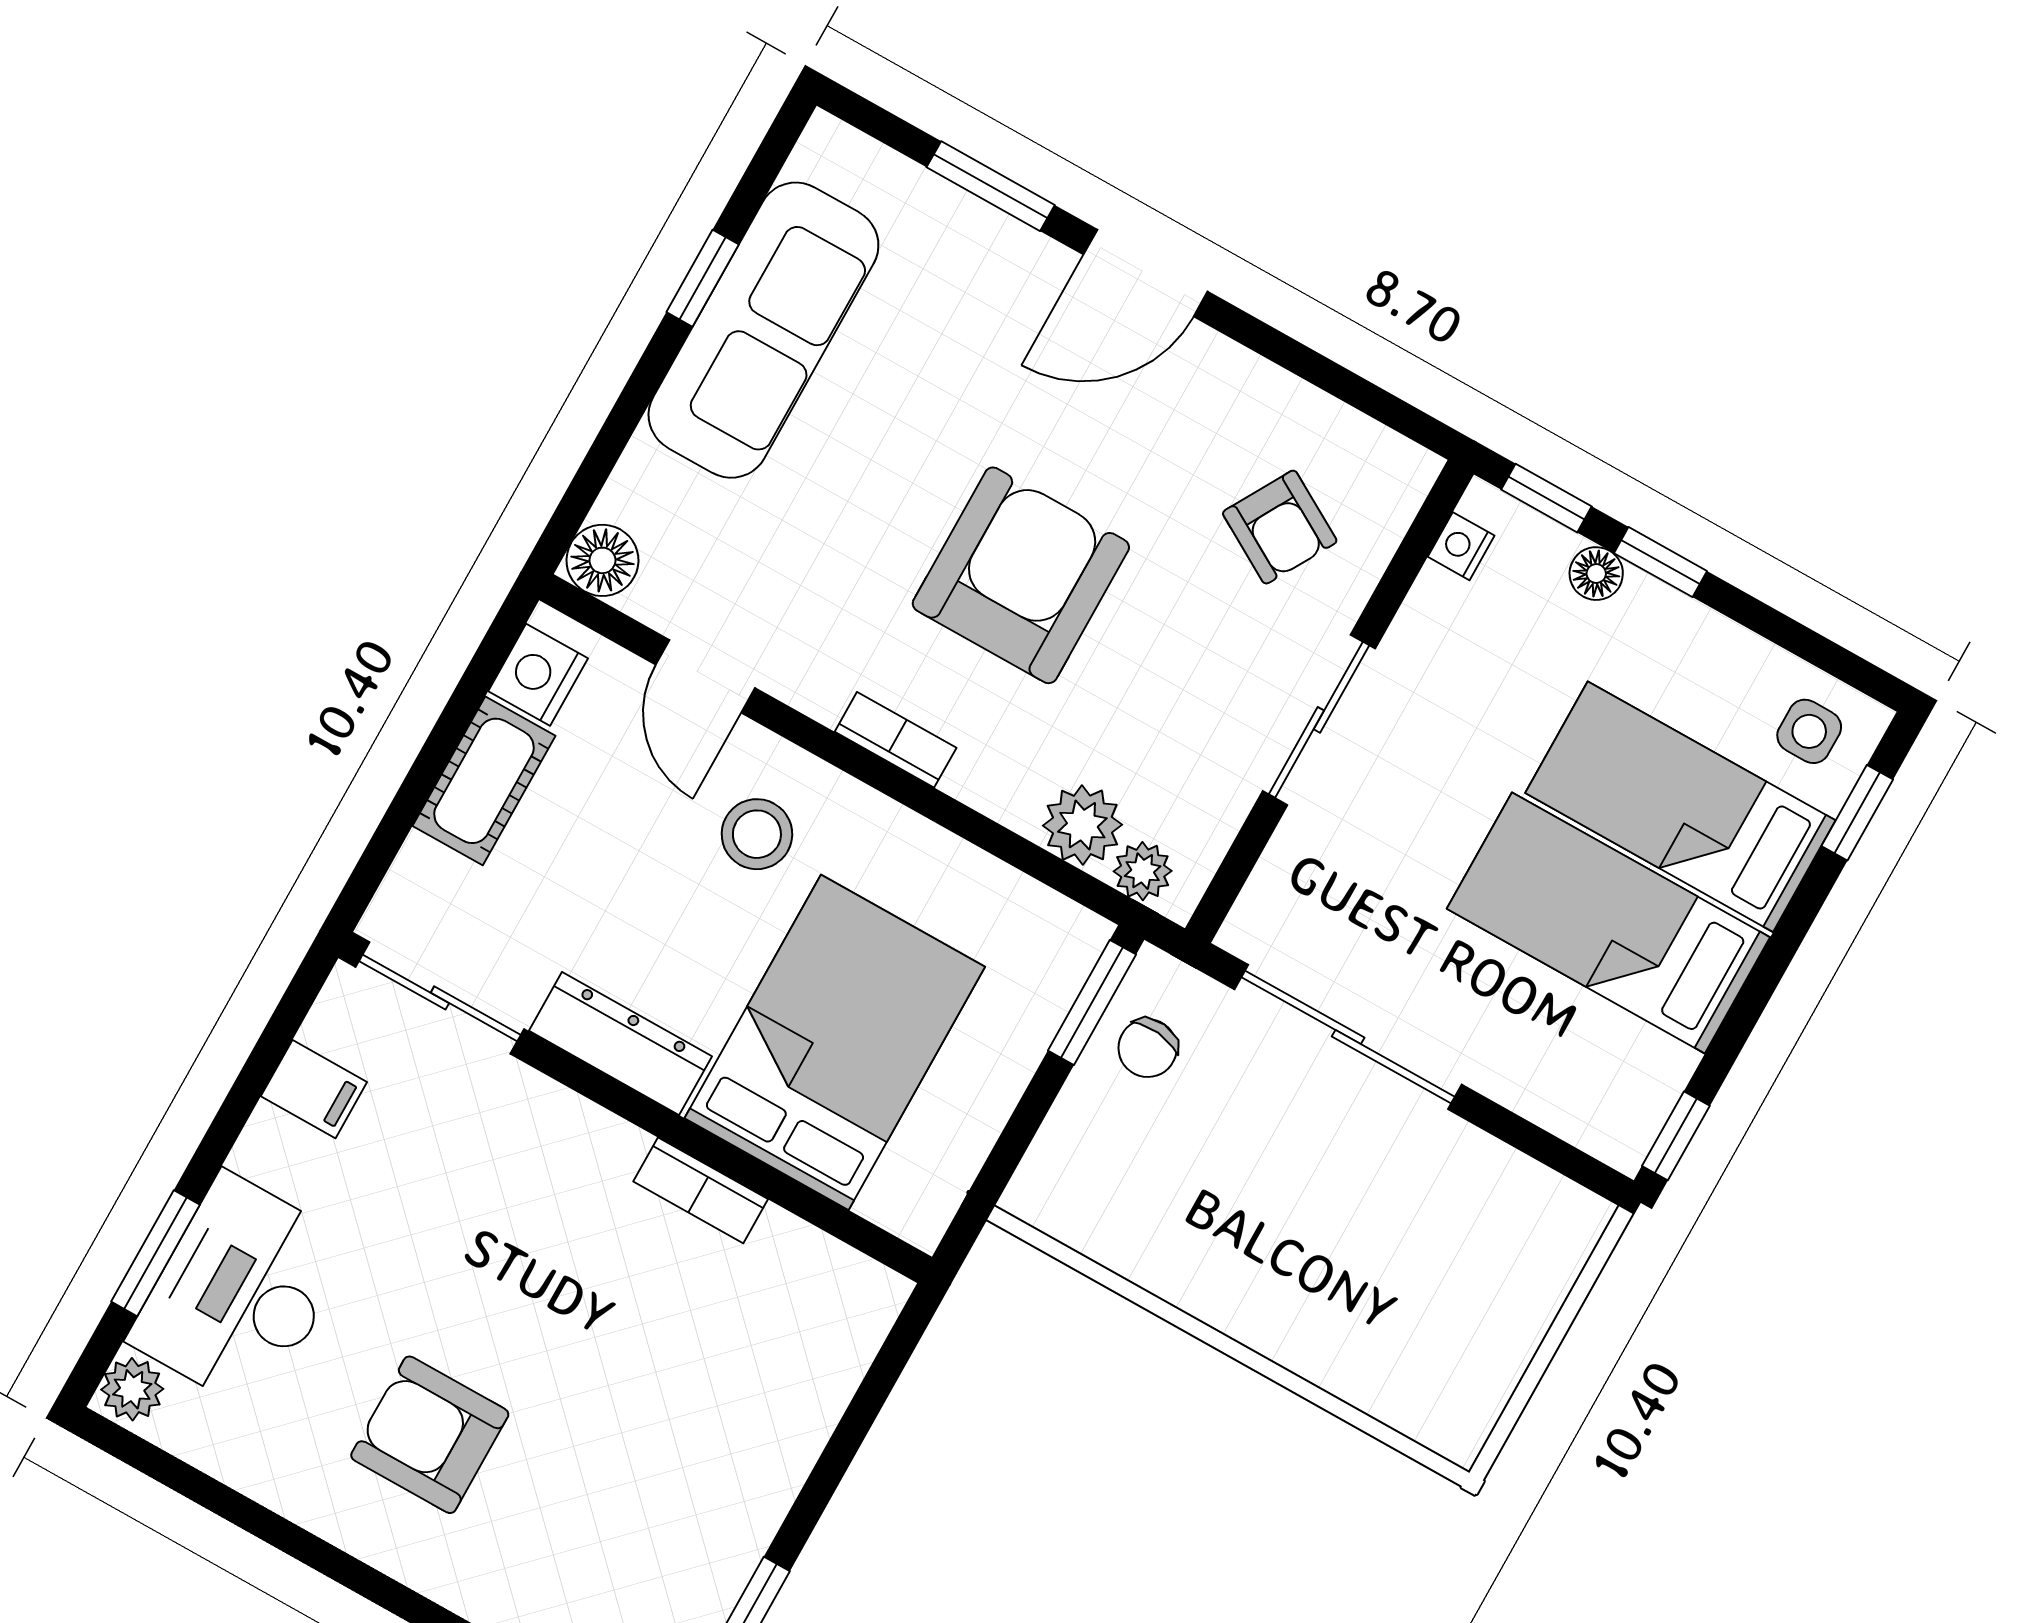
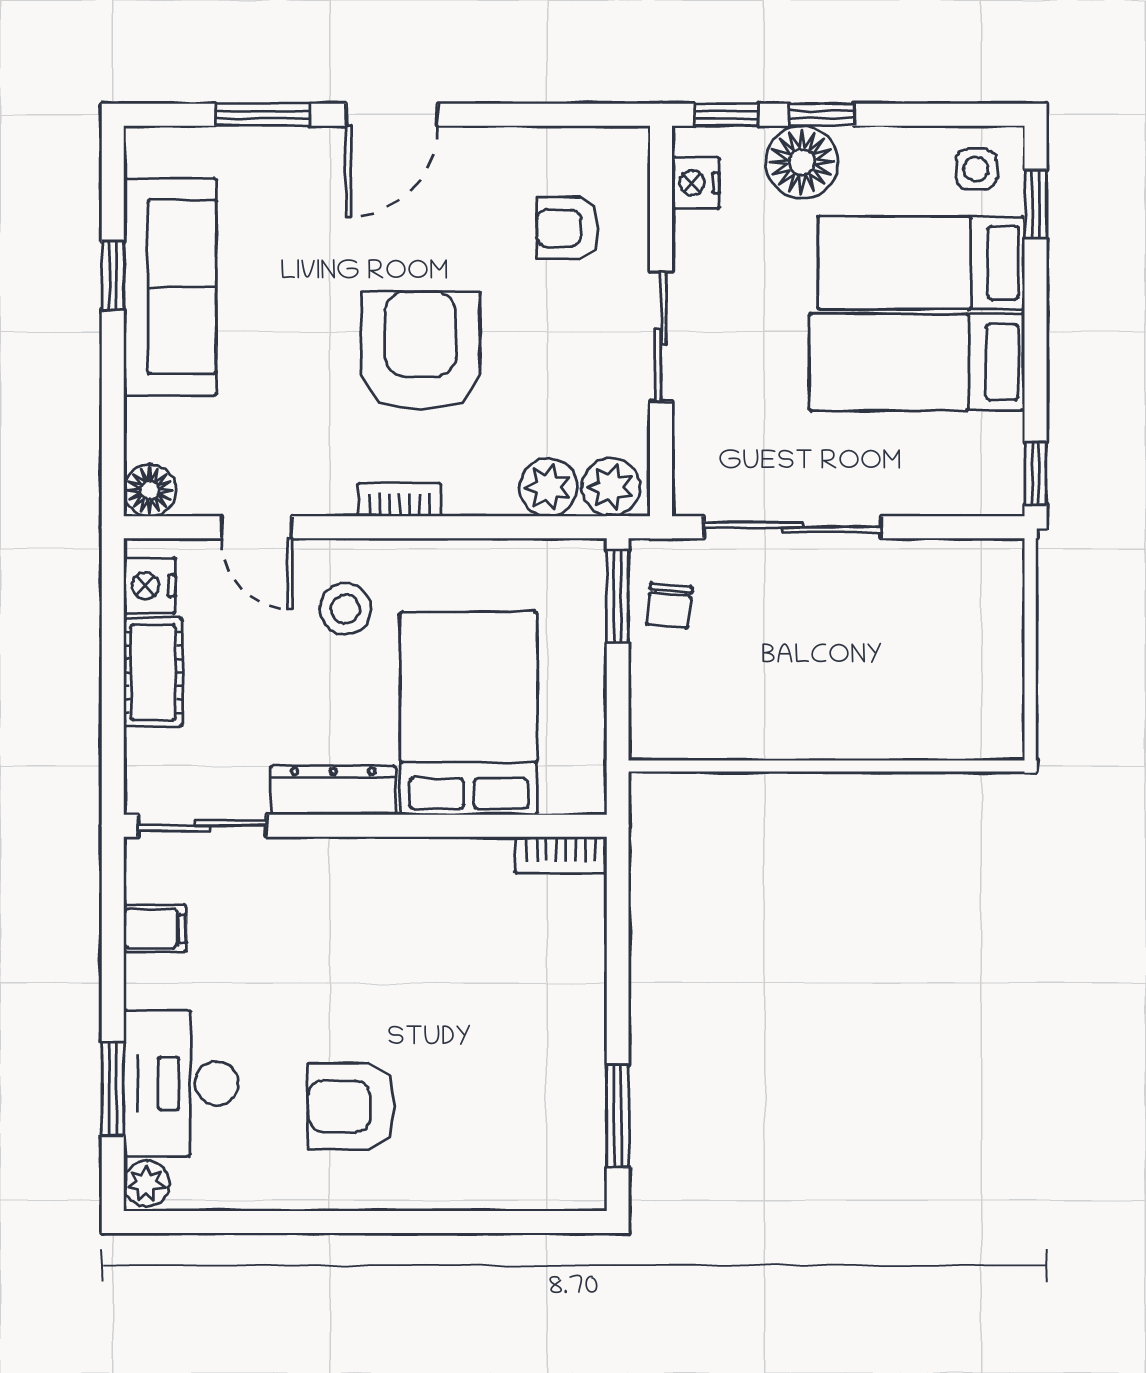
armchair: (1280, 527) -> (567, 228), turned 150
nightstand: (1461, 546) -> (696, 183), width x1.39, depth x1.35
floor lamp: (1596, 574) -> (802, 162), width x1.89, depth x1.89
plant: (1143, 871) -> (611, 487), width x1.38, depth x1.38
bookcase: (701, 1190) -> (561, 855), moved

